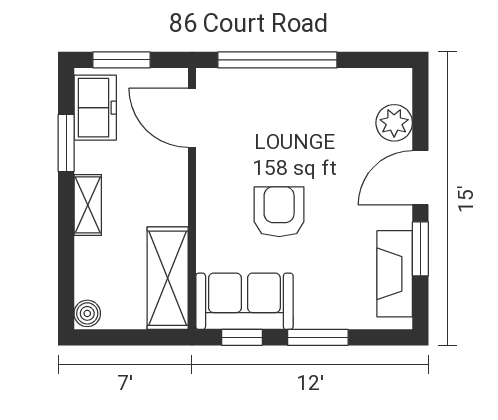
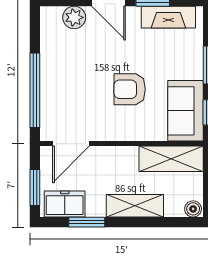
shelving: (88, 205) -> (135, 206), width x1.50, depth x1.33

